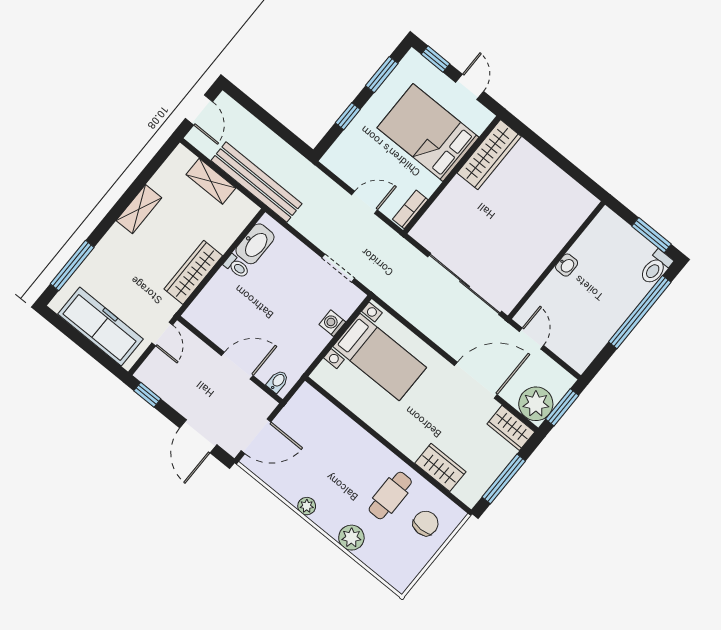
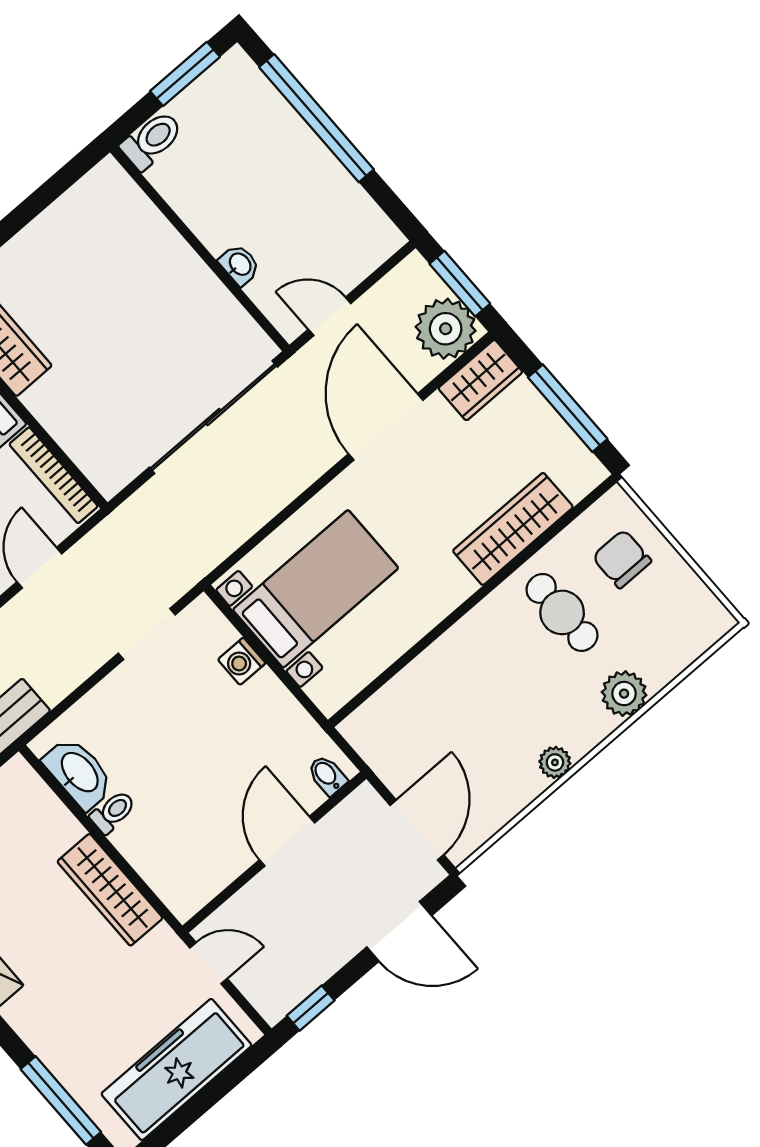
bookcase: (410, 209) -> (53, 475), width x1.56
washbasin: (567, 265) -> (240, 265), moved
toilet: (656, 268) -> (152, 140), moved, turned -90
wardrobe: (440, 467) -> (513, 529), width x1.50

